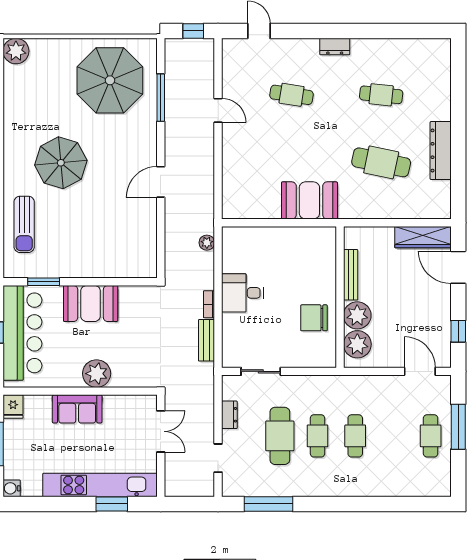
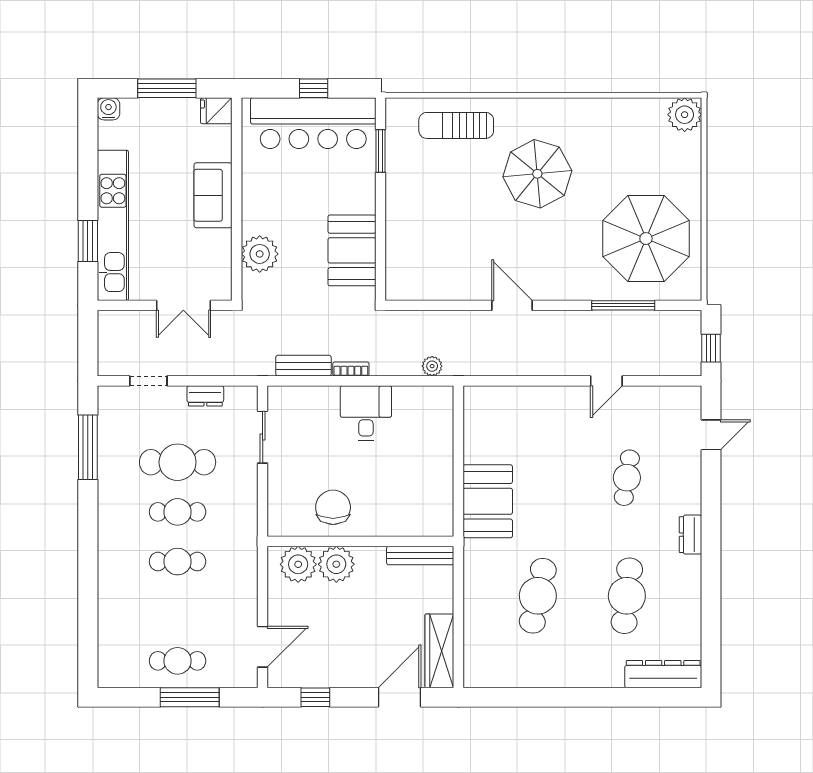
cafe table: (381, 95) -> (627, 596), width x1.37, depth x1.35
dresser: (441, 151) -> (663, 674), moved
bench: (351, 275) -> (420, 556), moved
booth: (91, 303) -> (352, 250), moved
plant: (97, 374) -> (260, 254), moved

